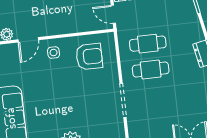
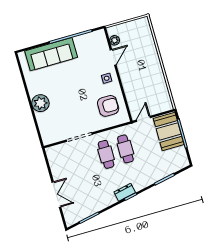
door: (28, 40) -> (113, 57), swing flipped
armchair: (89, 57) -> (108, 106), turned -90

